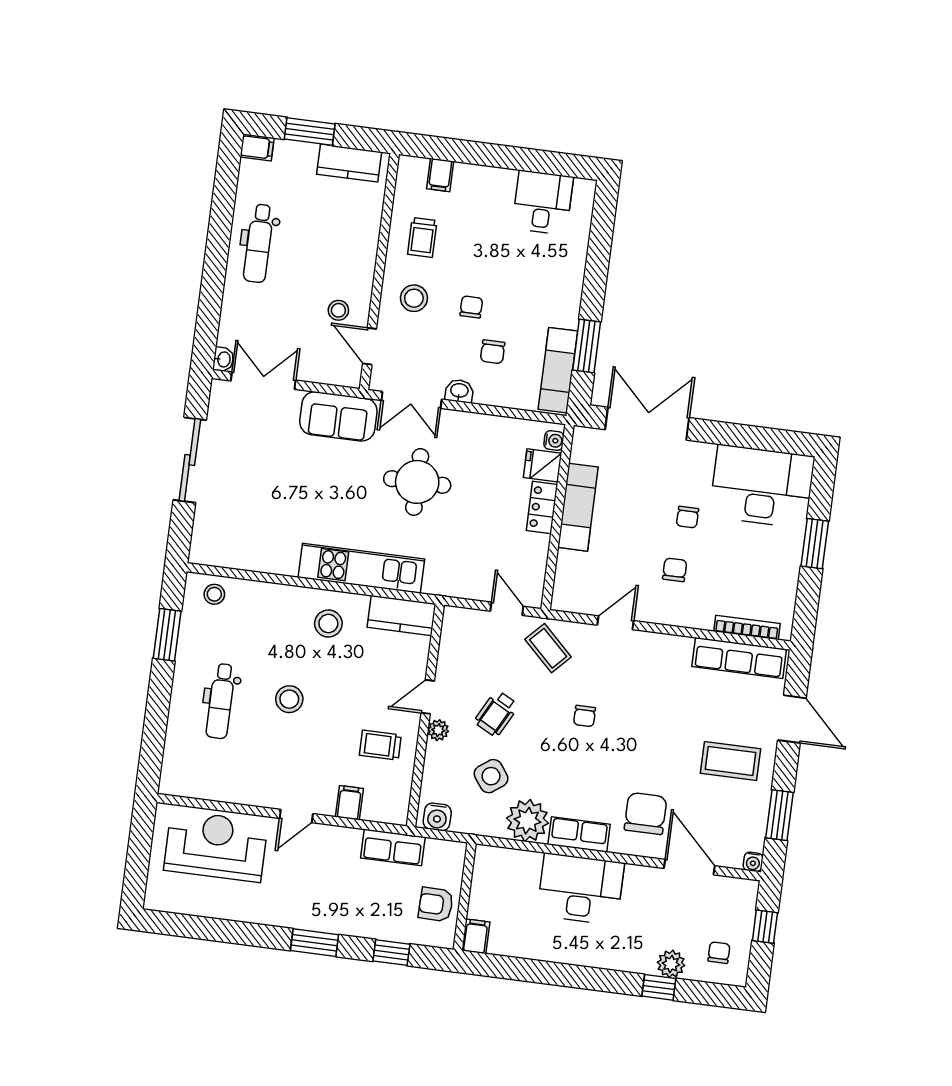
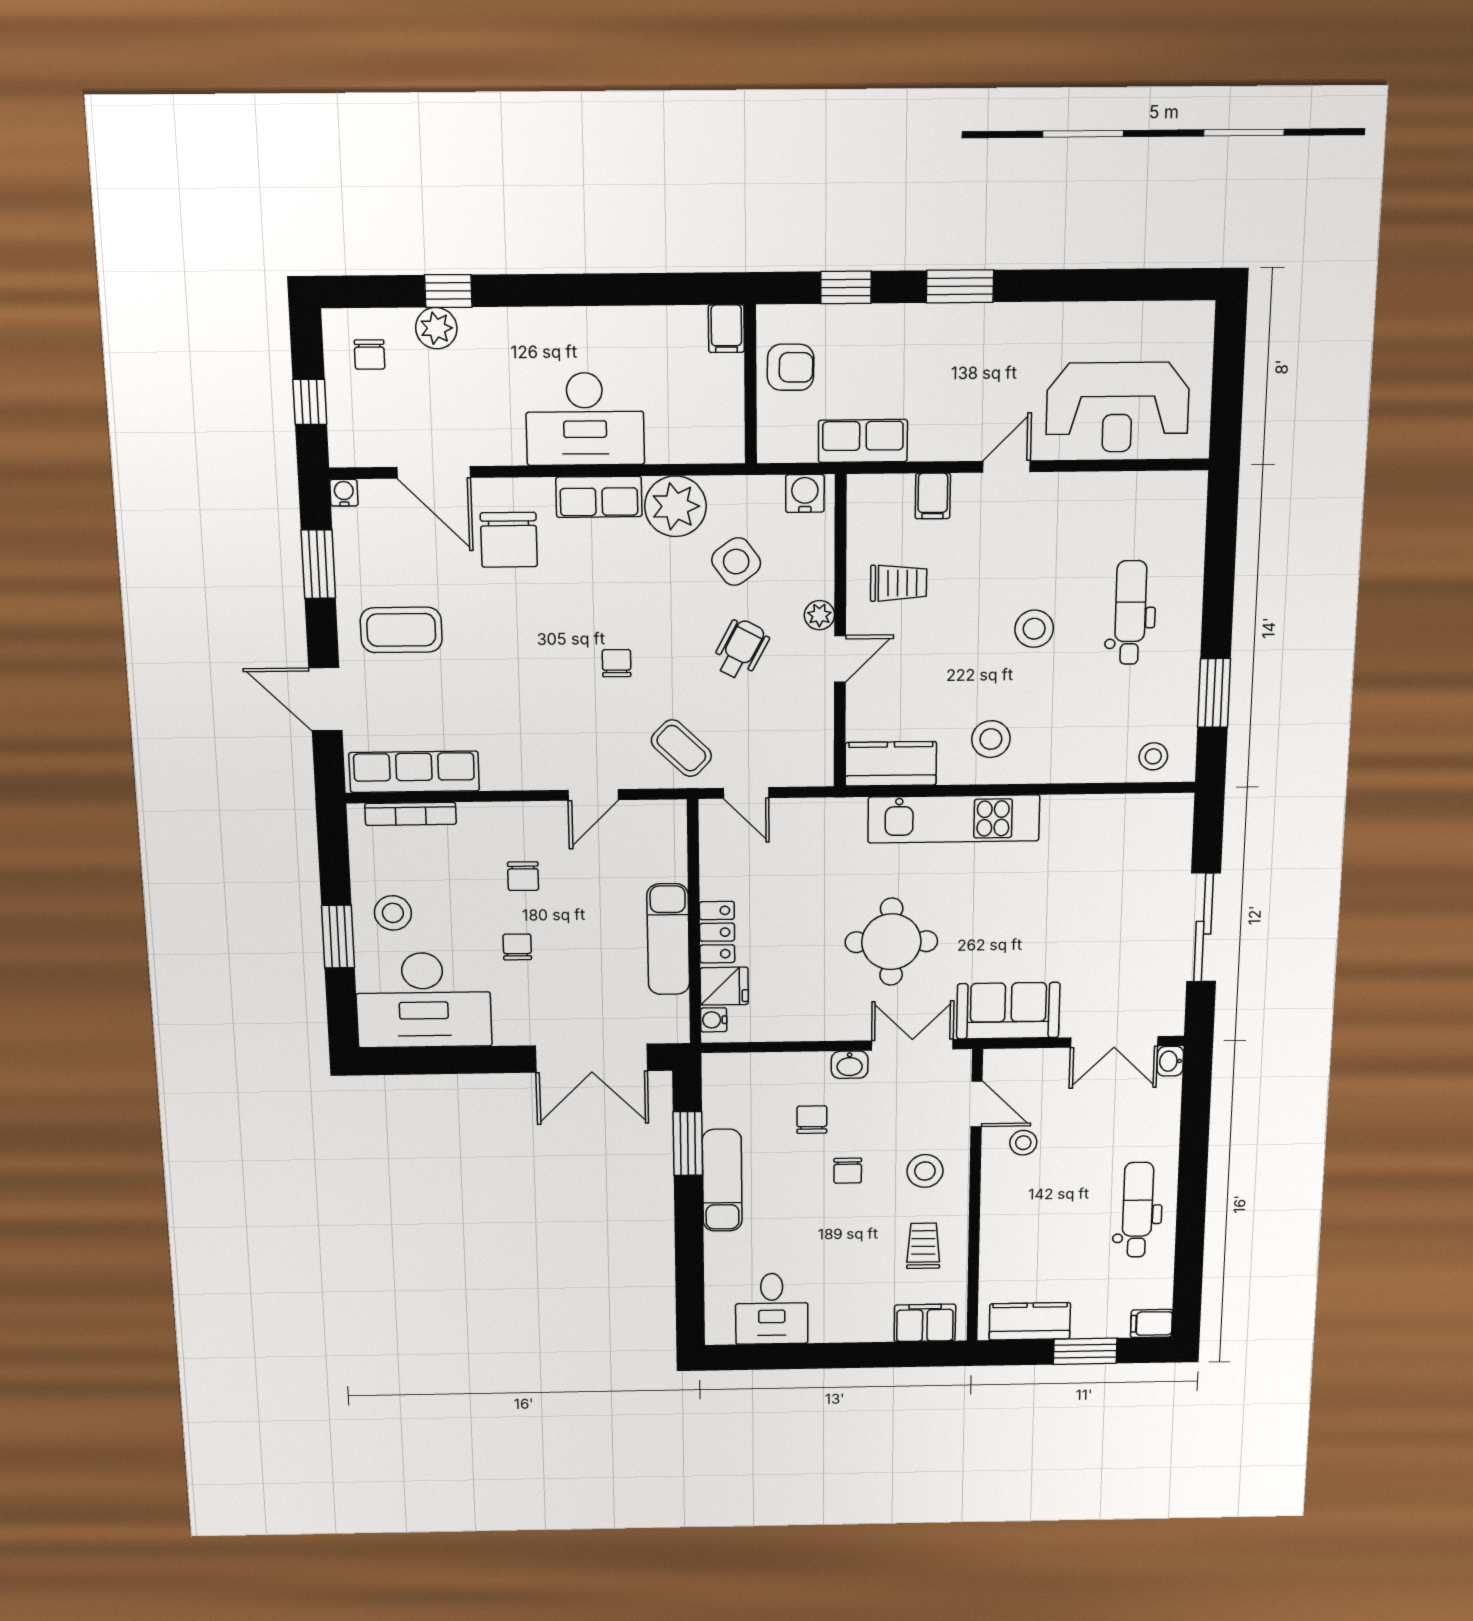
filing cabinet: (440, 175) -> (925, 1323), width x2.00
exam couch: (558, 370) -> (722, 1180), moved
stool: (772, 556) -> (393, 913), added

